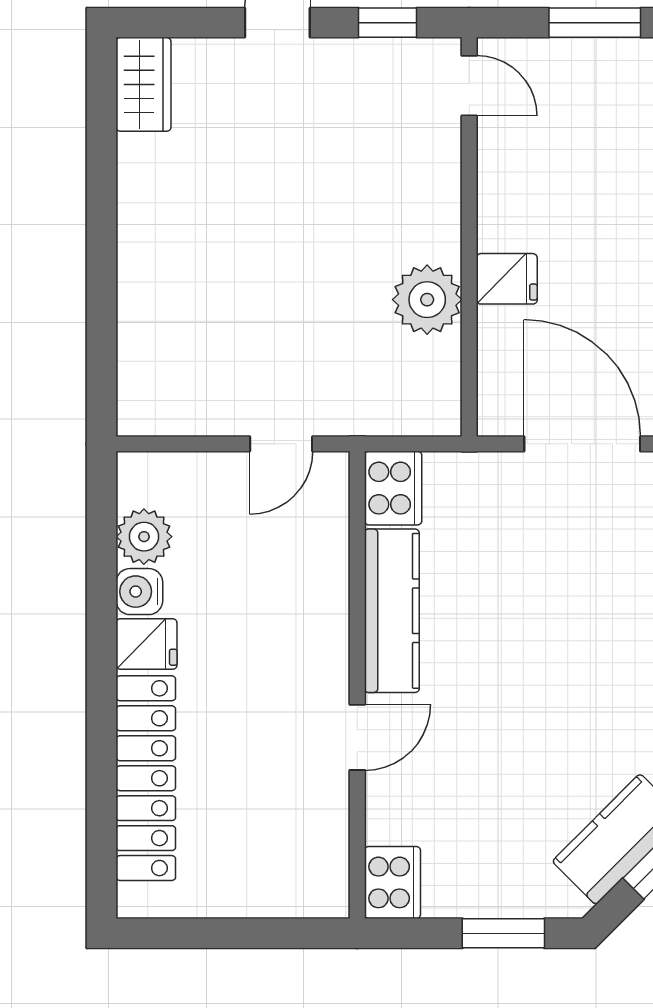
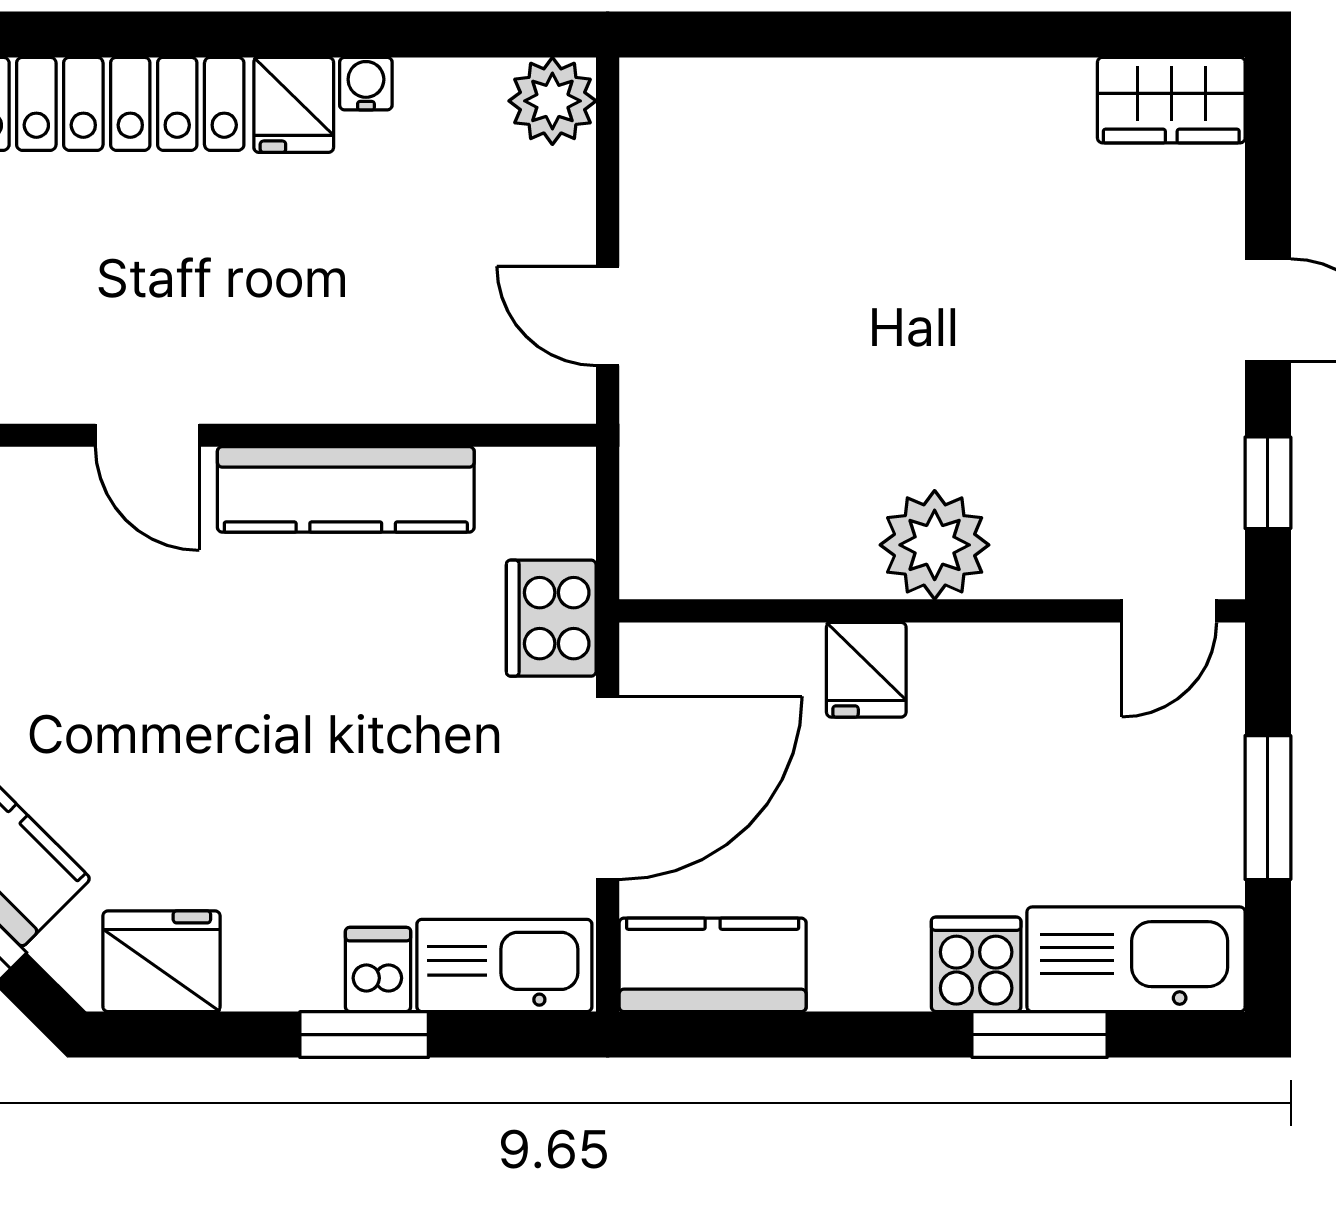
plant: (427, 300) -> (935, 545), moved
cooker: (393, 488) -> (551, 618), moved, turned 90
plant: (144, 537) -> (552, 101), moved
water cooler: (139, 592) -> (366, 84), width x0.72, depth x0.72

